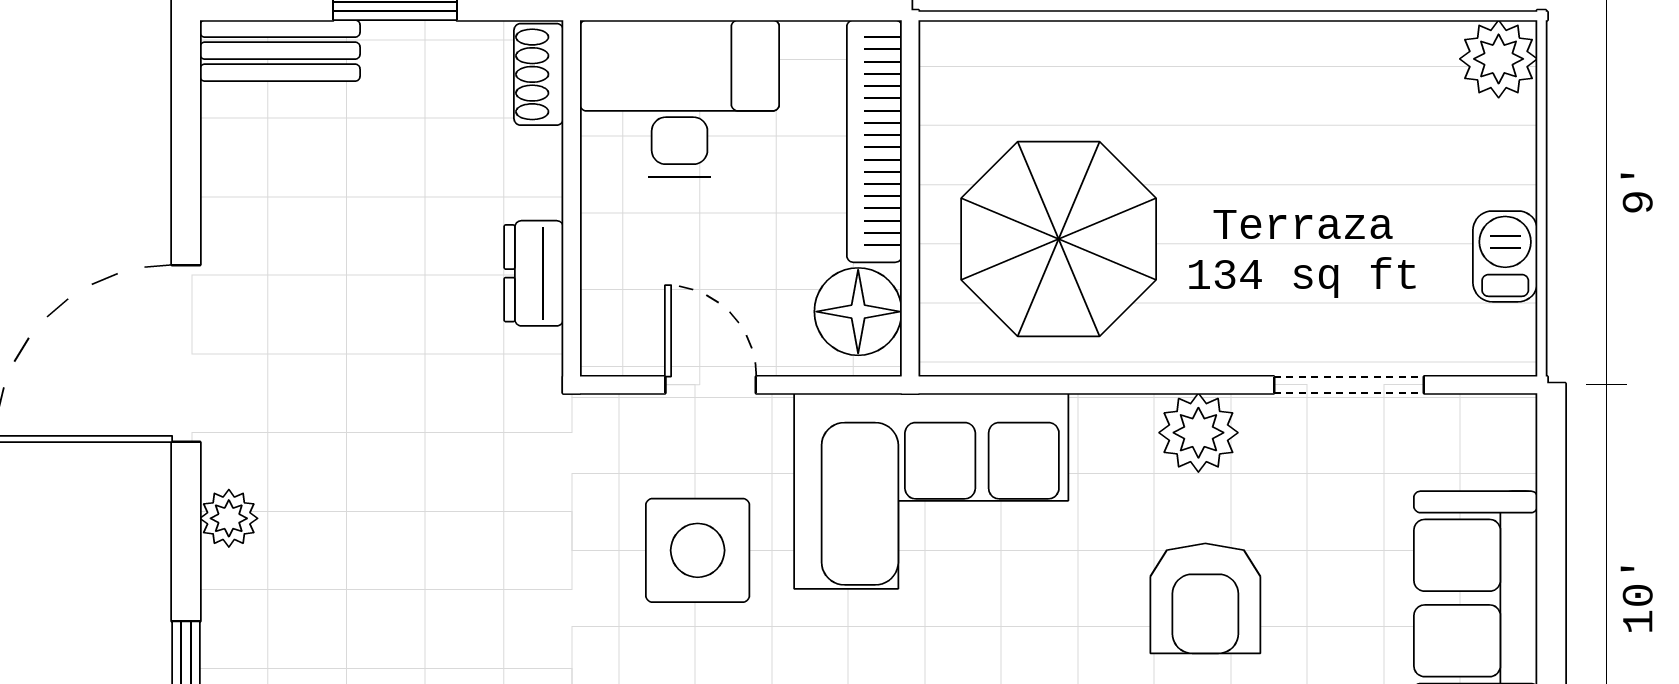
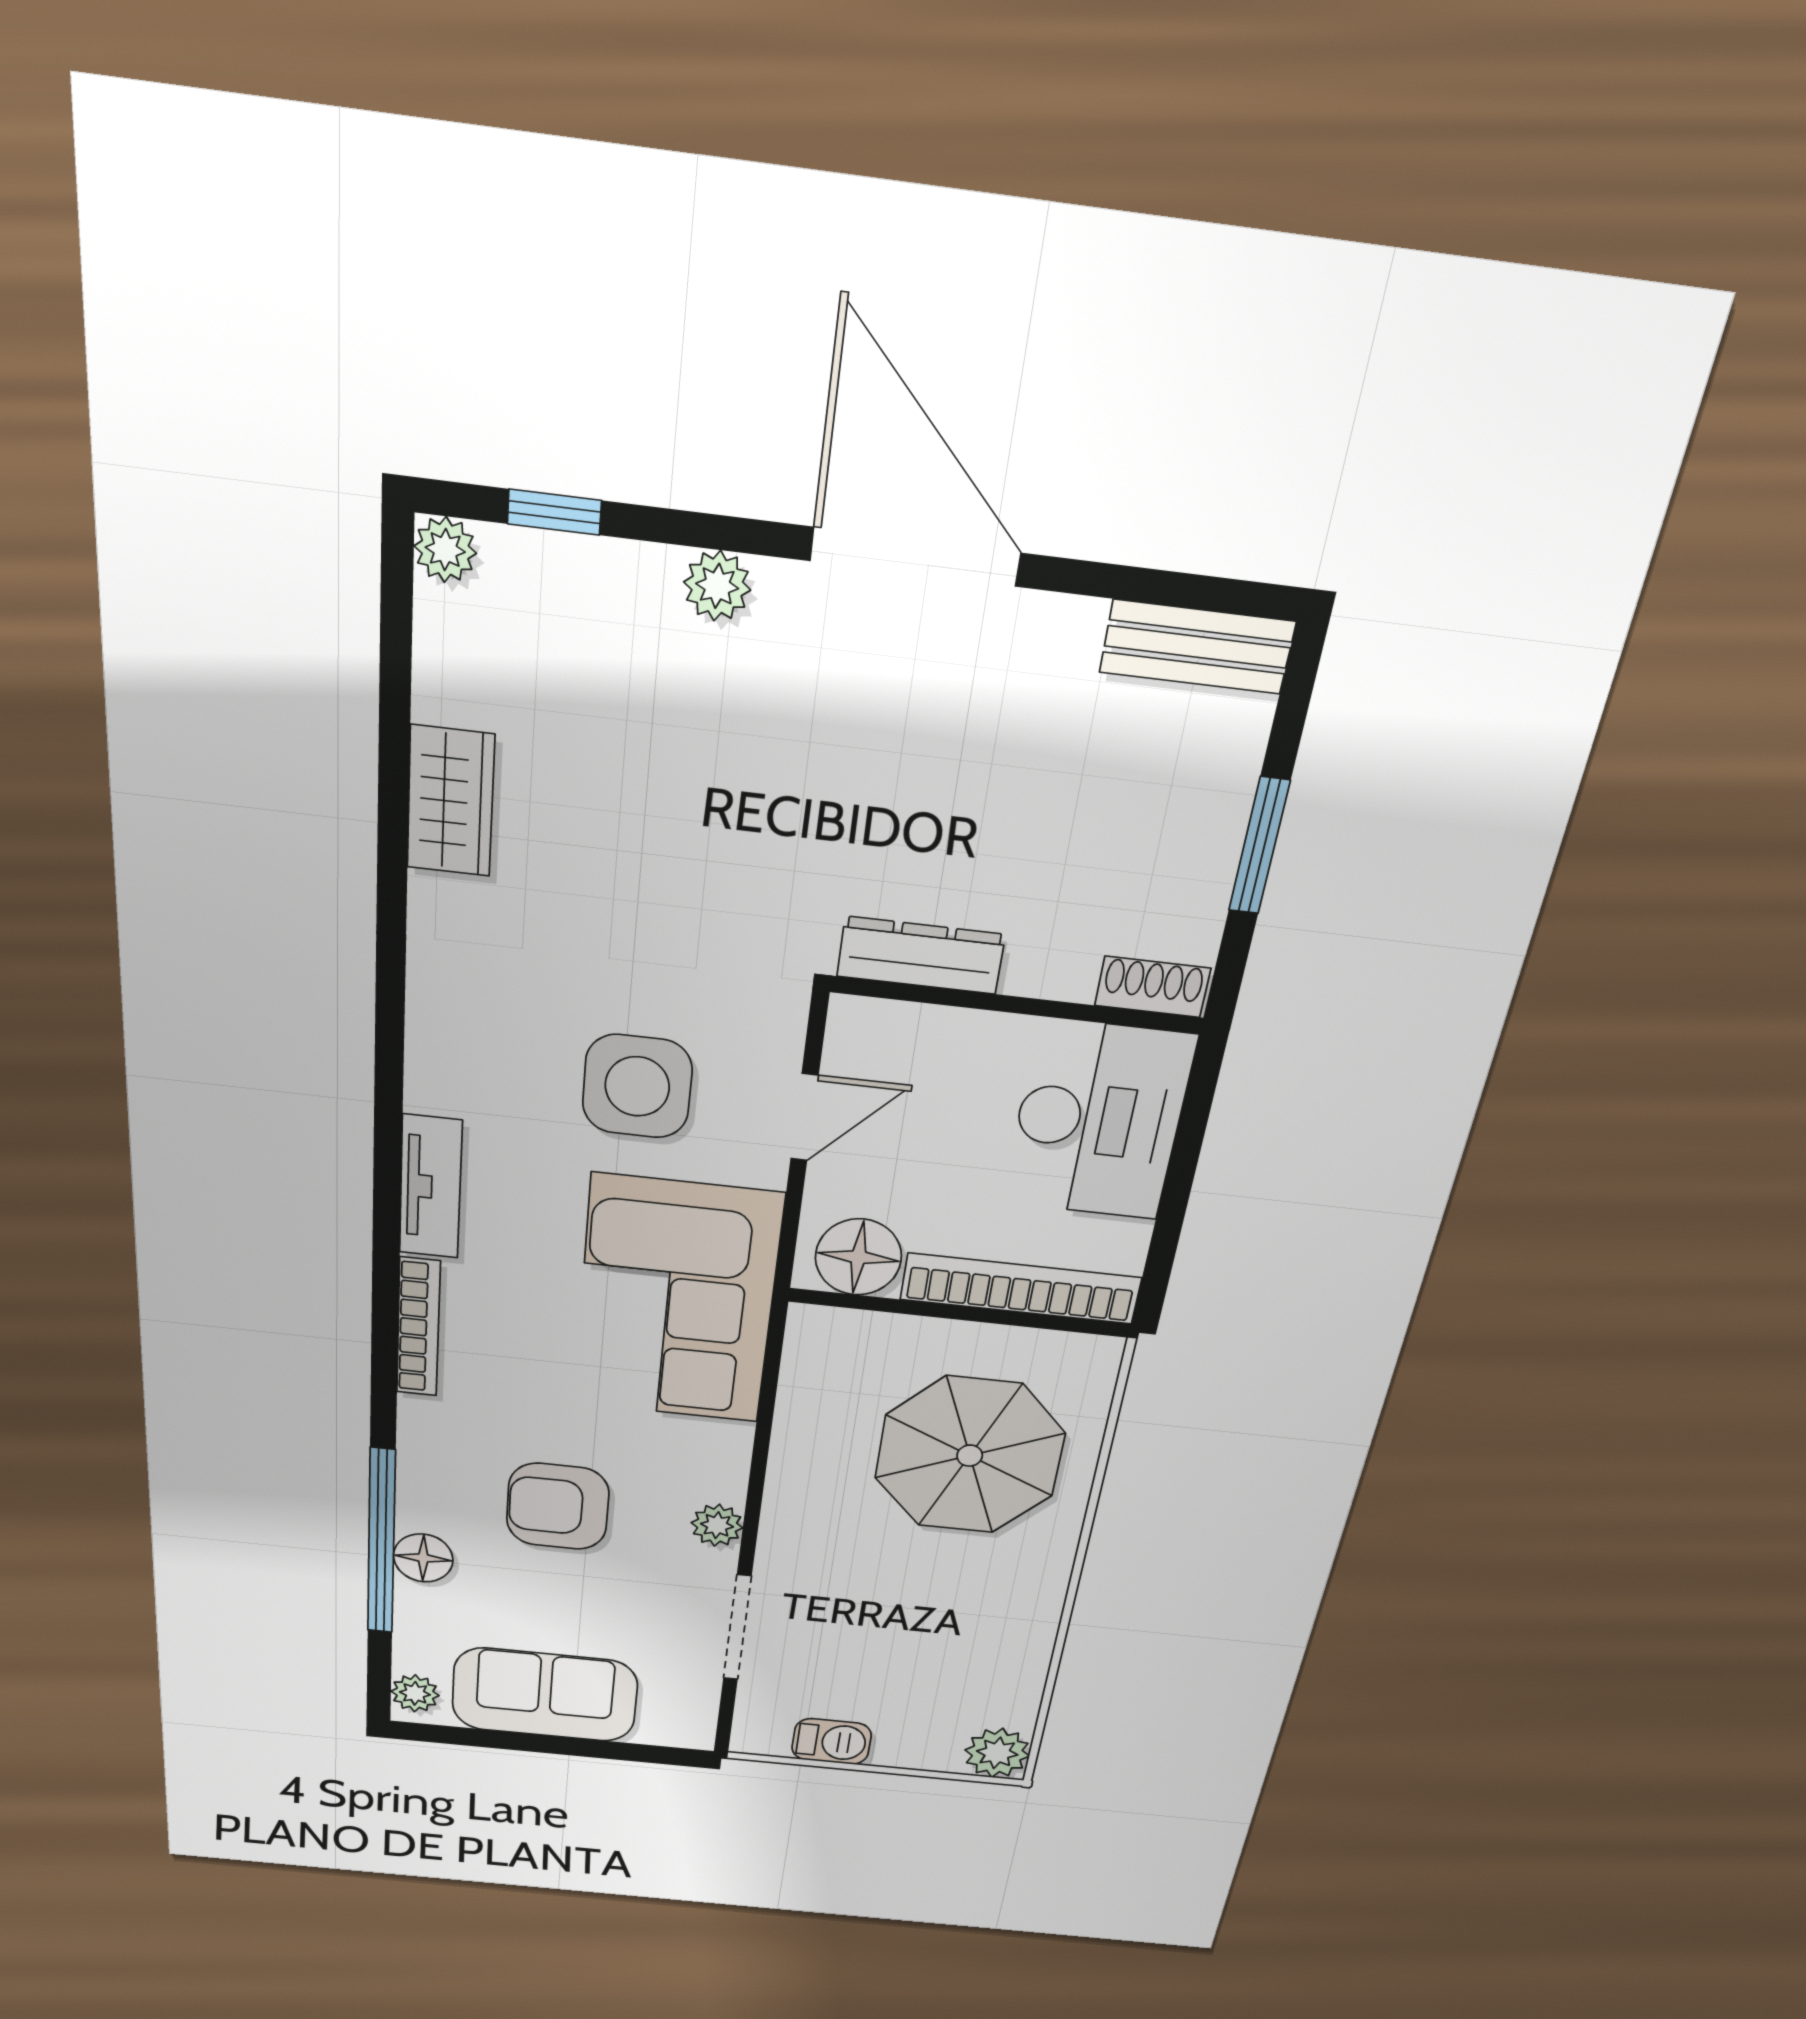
bench: (280, 51) -> (1197, 647), moved, turned 90
parasol: (1059, 239) -> (970, 1456), moved
dresser: (534, 273) -> (921, 955), width x1.44
plant: (1198, 433) -> (717, 1525), width x0.73, depth x0.73

